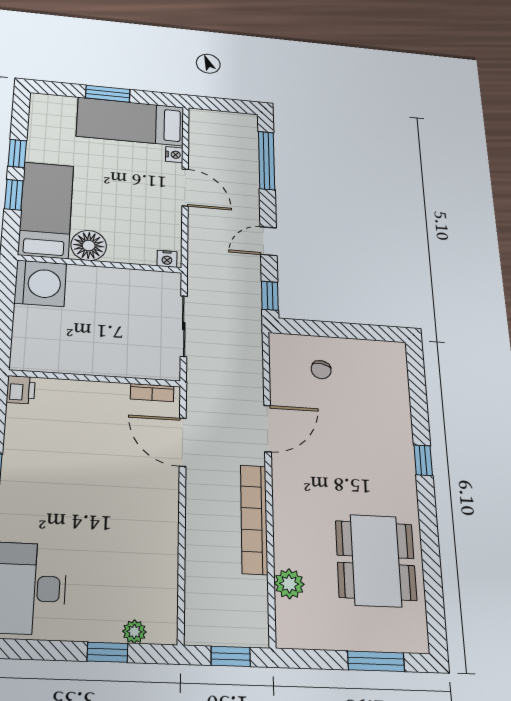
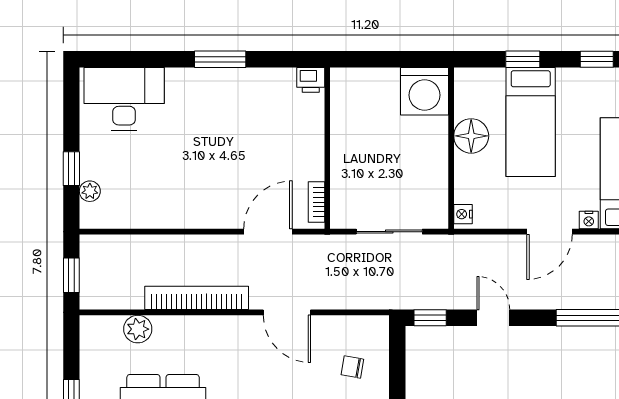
window: (17, 153) -> (597, 59), moved
bed: (46, 210) -> (531, 122), moved, turned 90

